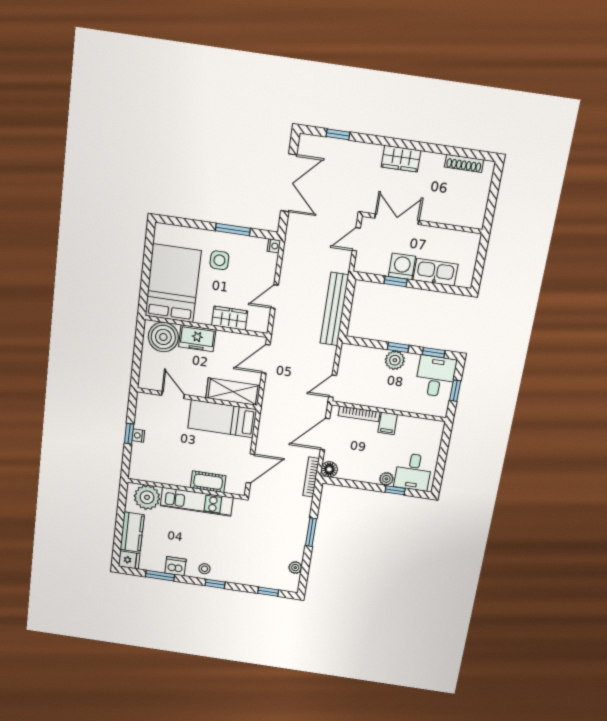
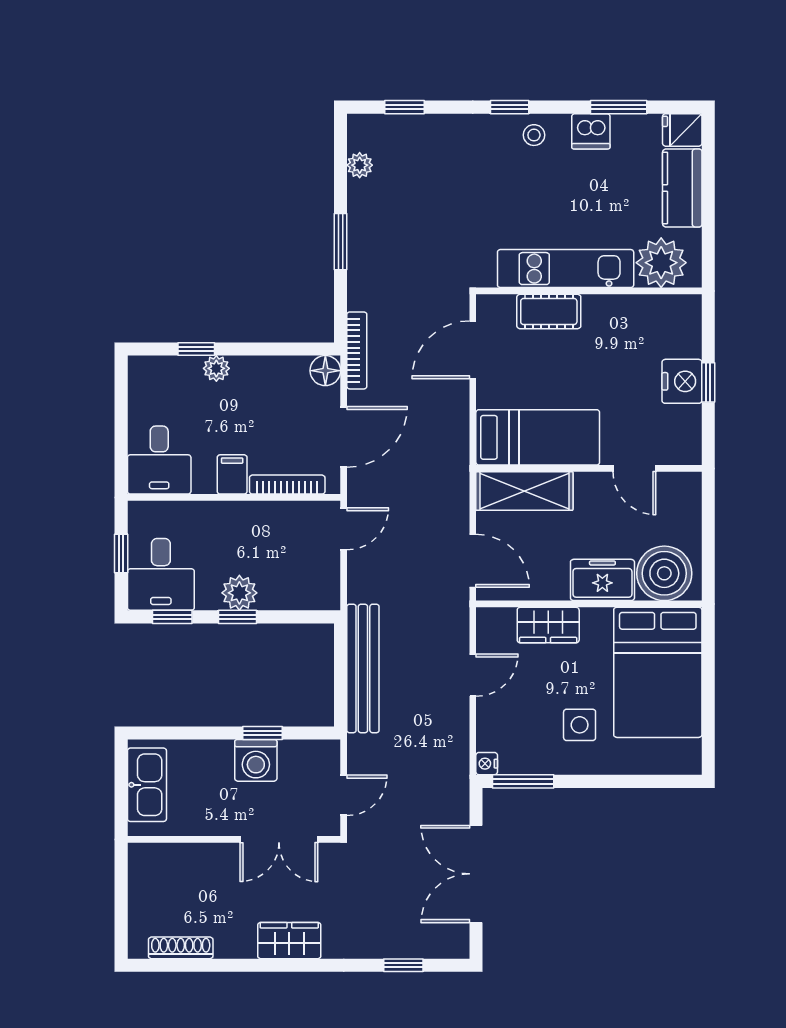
window: (233, 230) -> (523, 781), moved
kitchen sink: (435, 272) -> (147, 785), moved, turned -90
door: (266, 359) -> (473, 561), hinge flipped
nightstand: (138, 436) -> (682, 381), width x1.89, depth x1.79
desk: (413, 472) -> (159, 460), moved, turned 180

